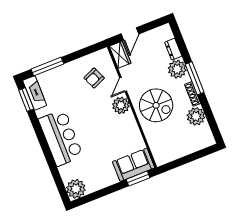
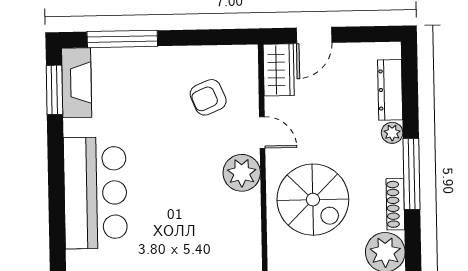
dresser: (173, 49) -> (390, 90), width x1.44
plant: (177, 69) -> (392, 133), width x0.53, depth x0.53
door: (123, 84) -> (262, 132), swing flipped

